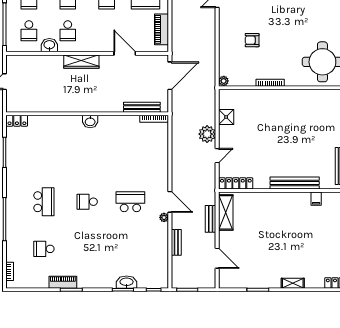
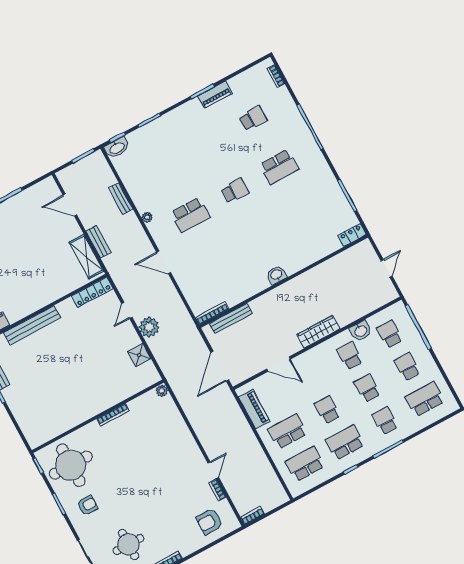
armchair: (252, 40) -> (87, 505), moved
school desk: (44, 202) -> (279, 167), turned -90
door: (170, 202) -> (164, 262), moved
washbasin: (127, 282) -> (117, 148), moved

